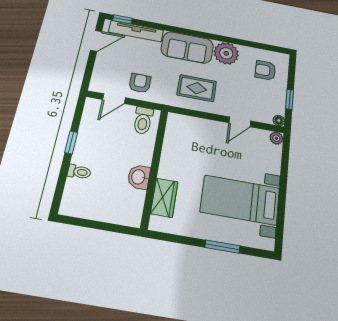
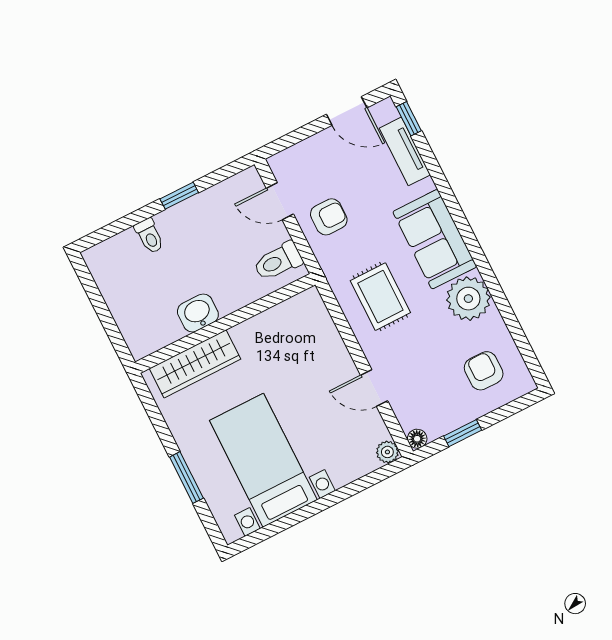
tv unit: (136, 31) -> (405, 151), width x0.71
wardrobe: (164, 198) -> (195, 364), width x1.50

